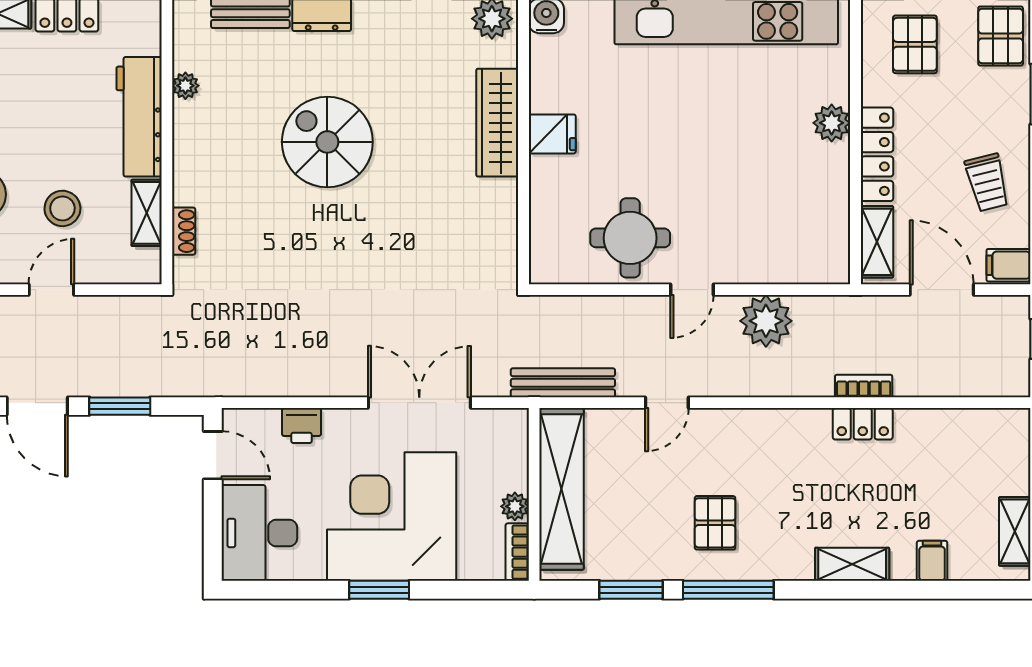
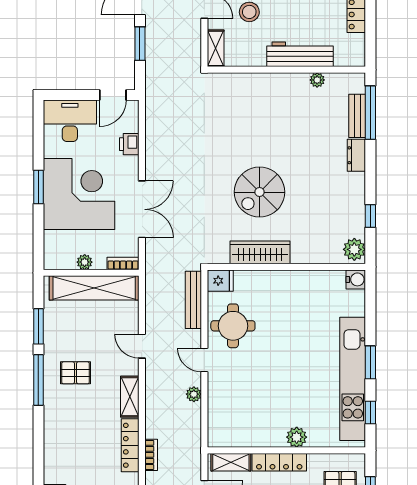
wardrobe: (497, 123) -> (260, 252), moved
fridge: (552, 134) -> (220, 281), moved, turned -90
spiral stairs: (327, 142) -> (260, 192), moved, turned 180
shelving: (147, 213) -> (216, 48), moved, turned 90
shoe rack: (184, 231) -> (237, 79), removed
plant: (766, 321) -> (194, 394), width x0.53, depth x0.53
bench: (563, 383) -> (193, 300), moved
locker: (863, 424) -> (130, 445), width x1.53
bookcase: (517, 552) -> (123, 263), moved
shelving: (852, 564) -> (130, 397), moved

